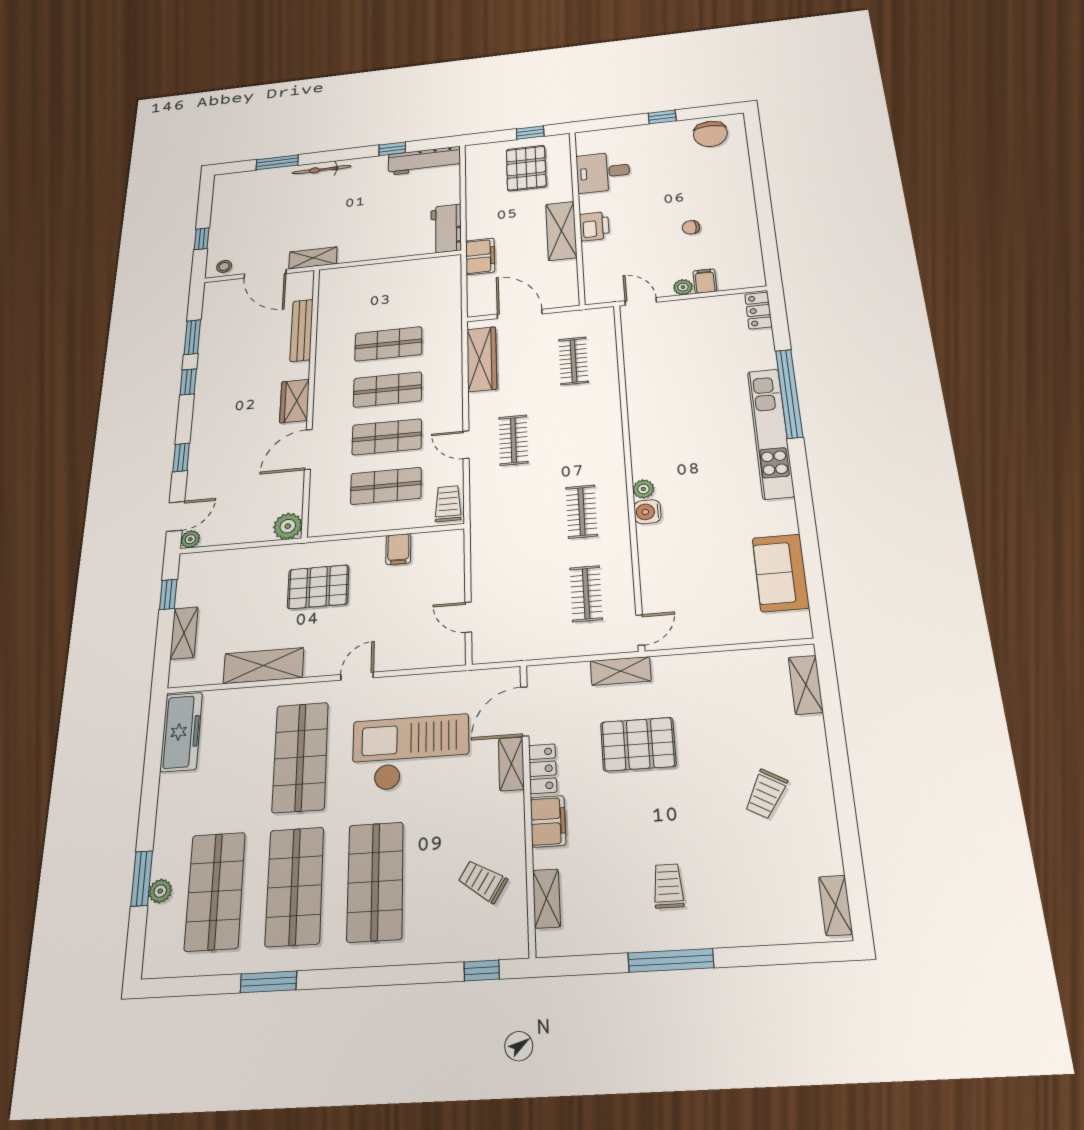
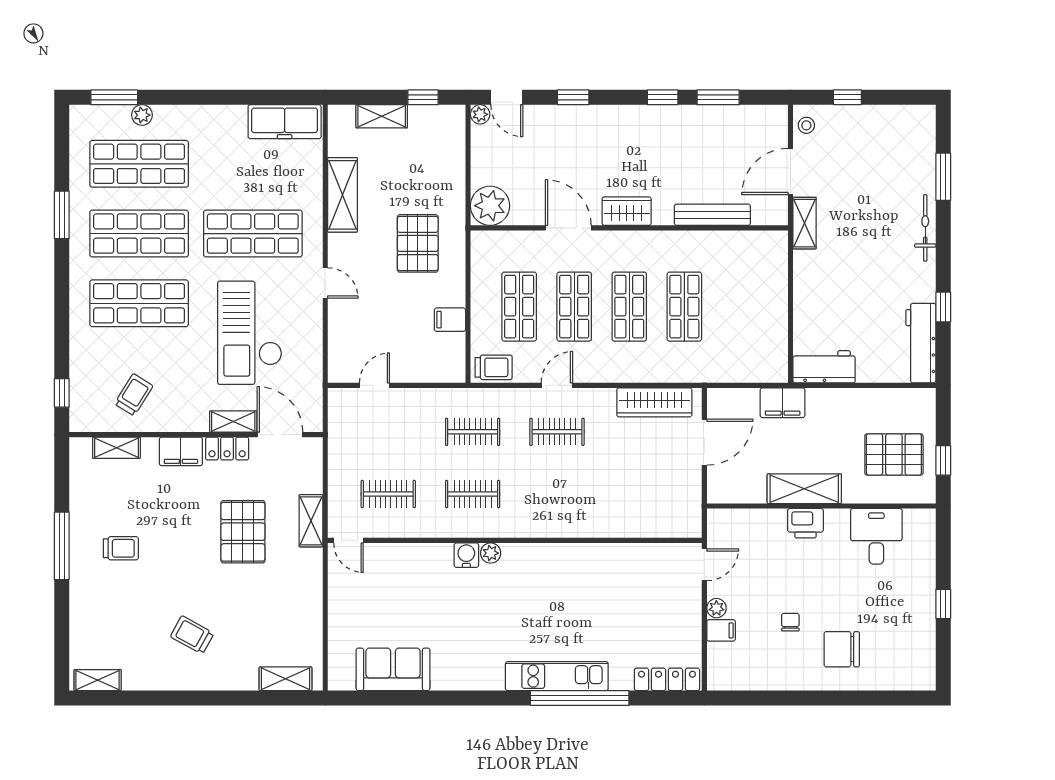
chair: (710, 134) -> (842, 649), moved
locker: (758, 311) -> (667, 679), width x1.53
clothes rail: (573, 361) -> (473, 432), moved
kitchen unit: (771, 433) -> (557, 676), width x0.73
plant: (288, 526) -> (490, 206), width x1.36, depth x1.36
checkout: (411, 753) -> (250, 333), turned 180
window: (142, 878) -> (114, 97), moved

